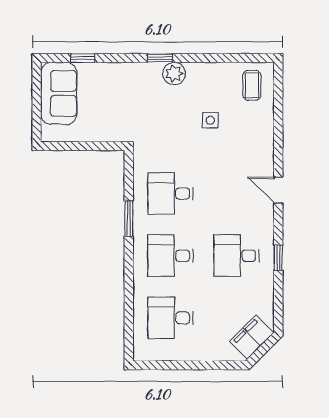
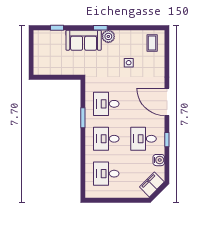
sofa: (59, 93) -> (84, 40), moved, turned 90
door: (278, 190) -> (167, 102), width x1.87
water cooler: (264, 294) -> (159, 160), added

